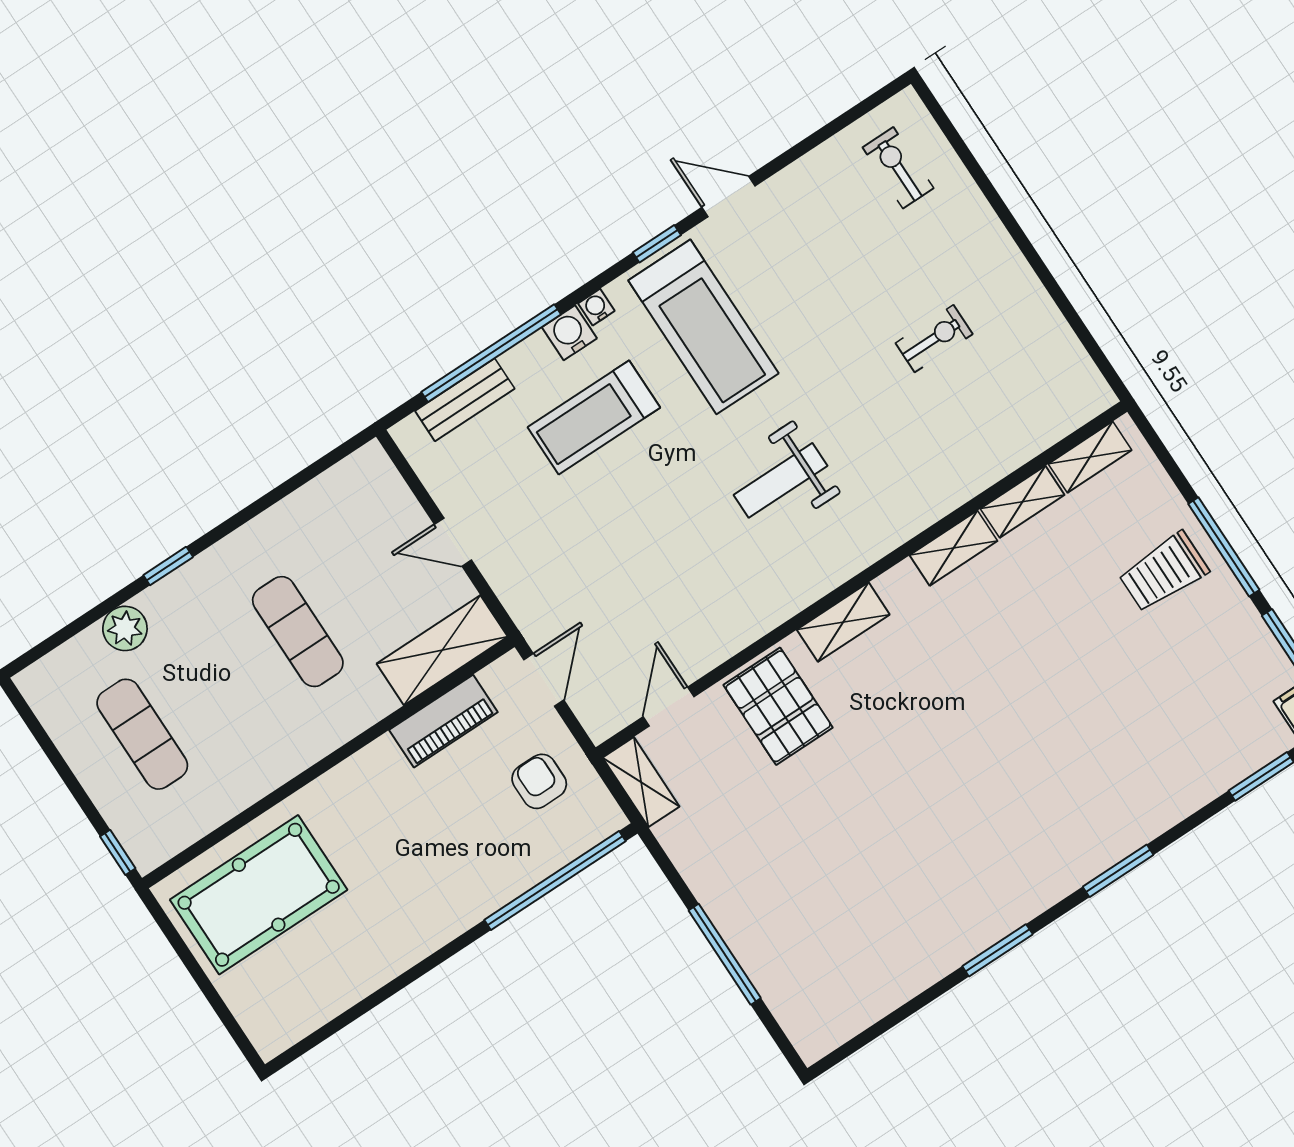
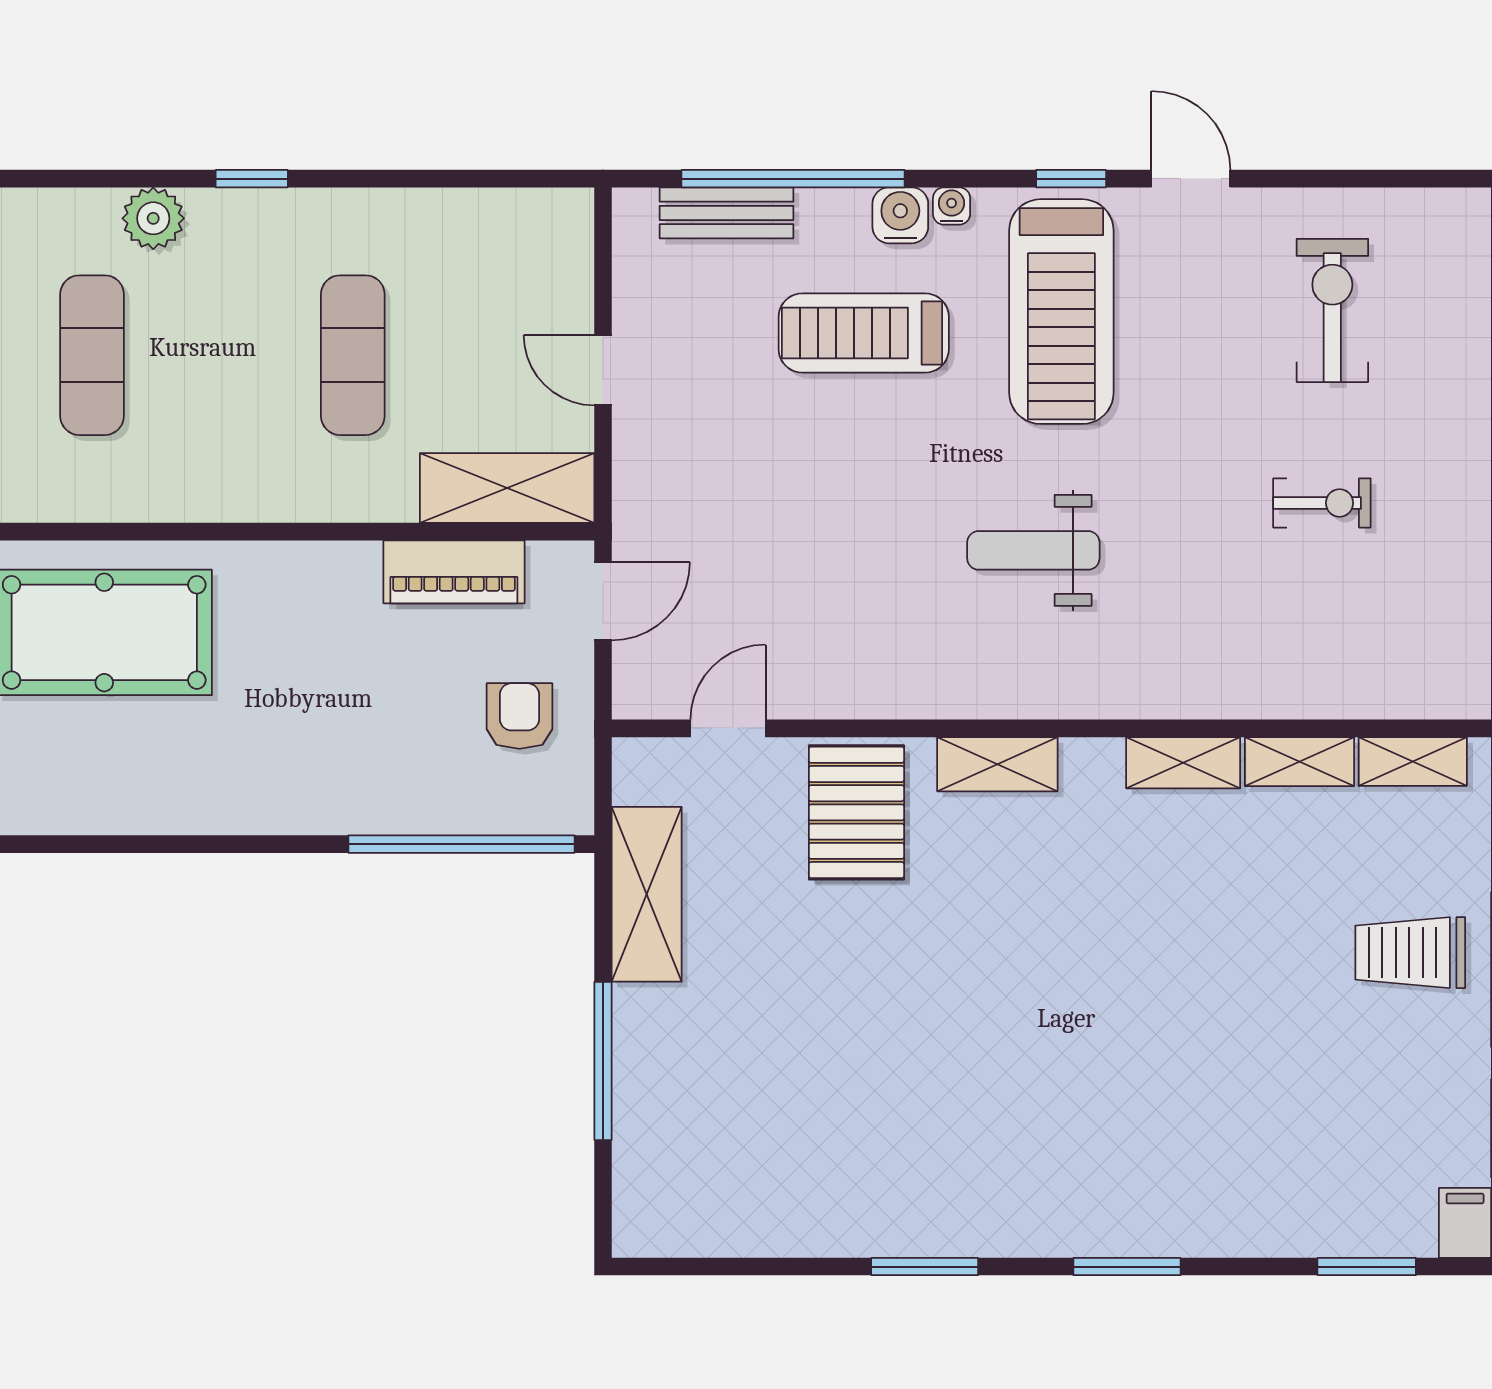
exercise bike: (898, 168) -> (1332, 310), moved, width x1.38, depth x1.39
shelving: (641, 782) -> (647, 894), moved, width x1.50, depth x1.33

